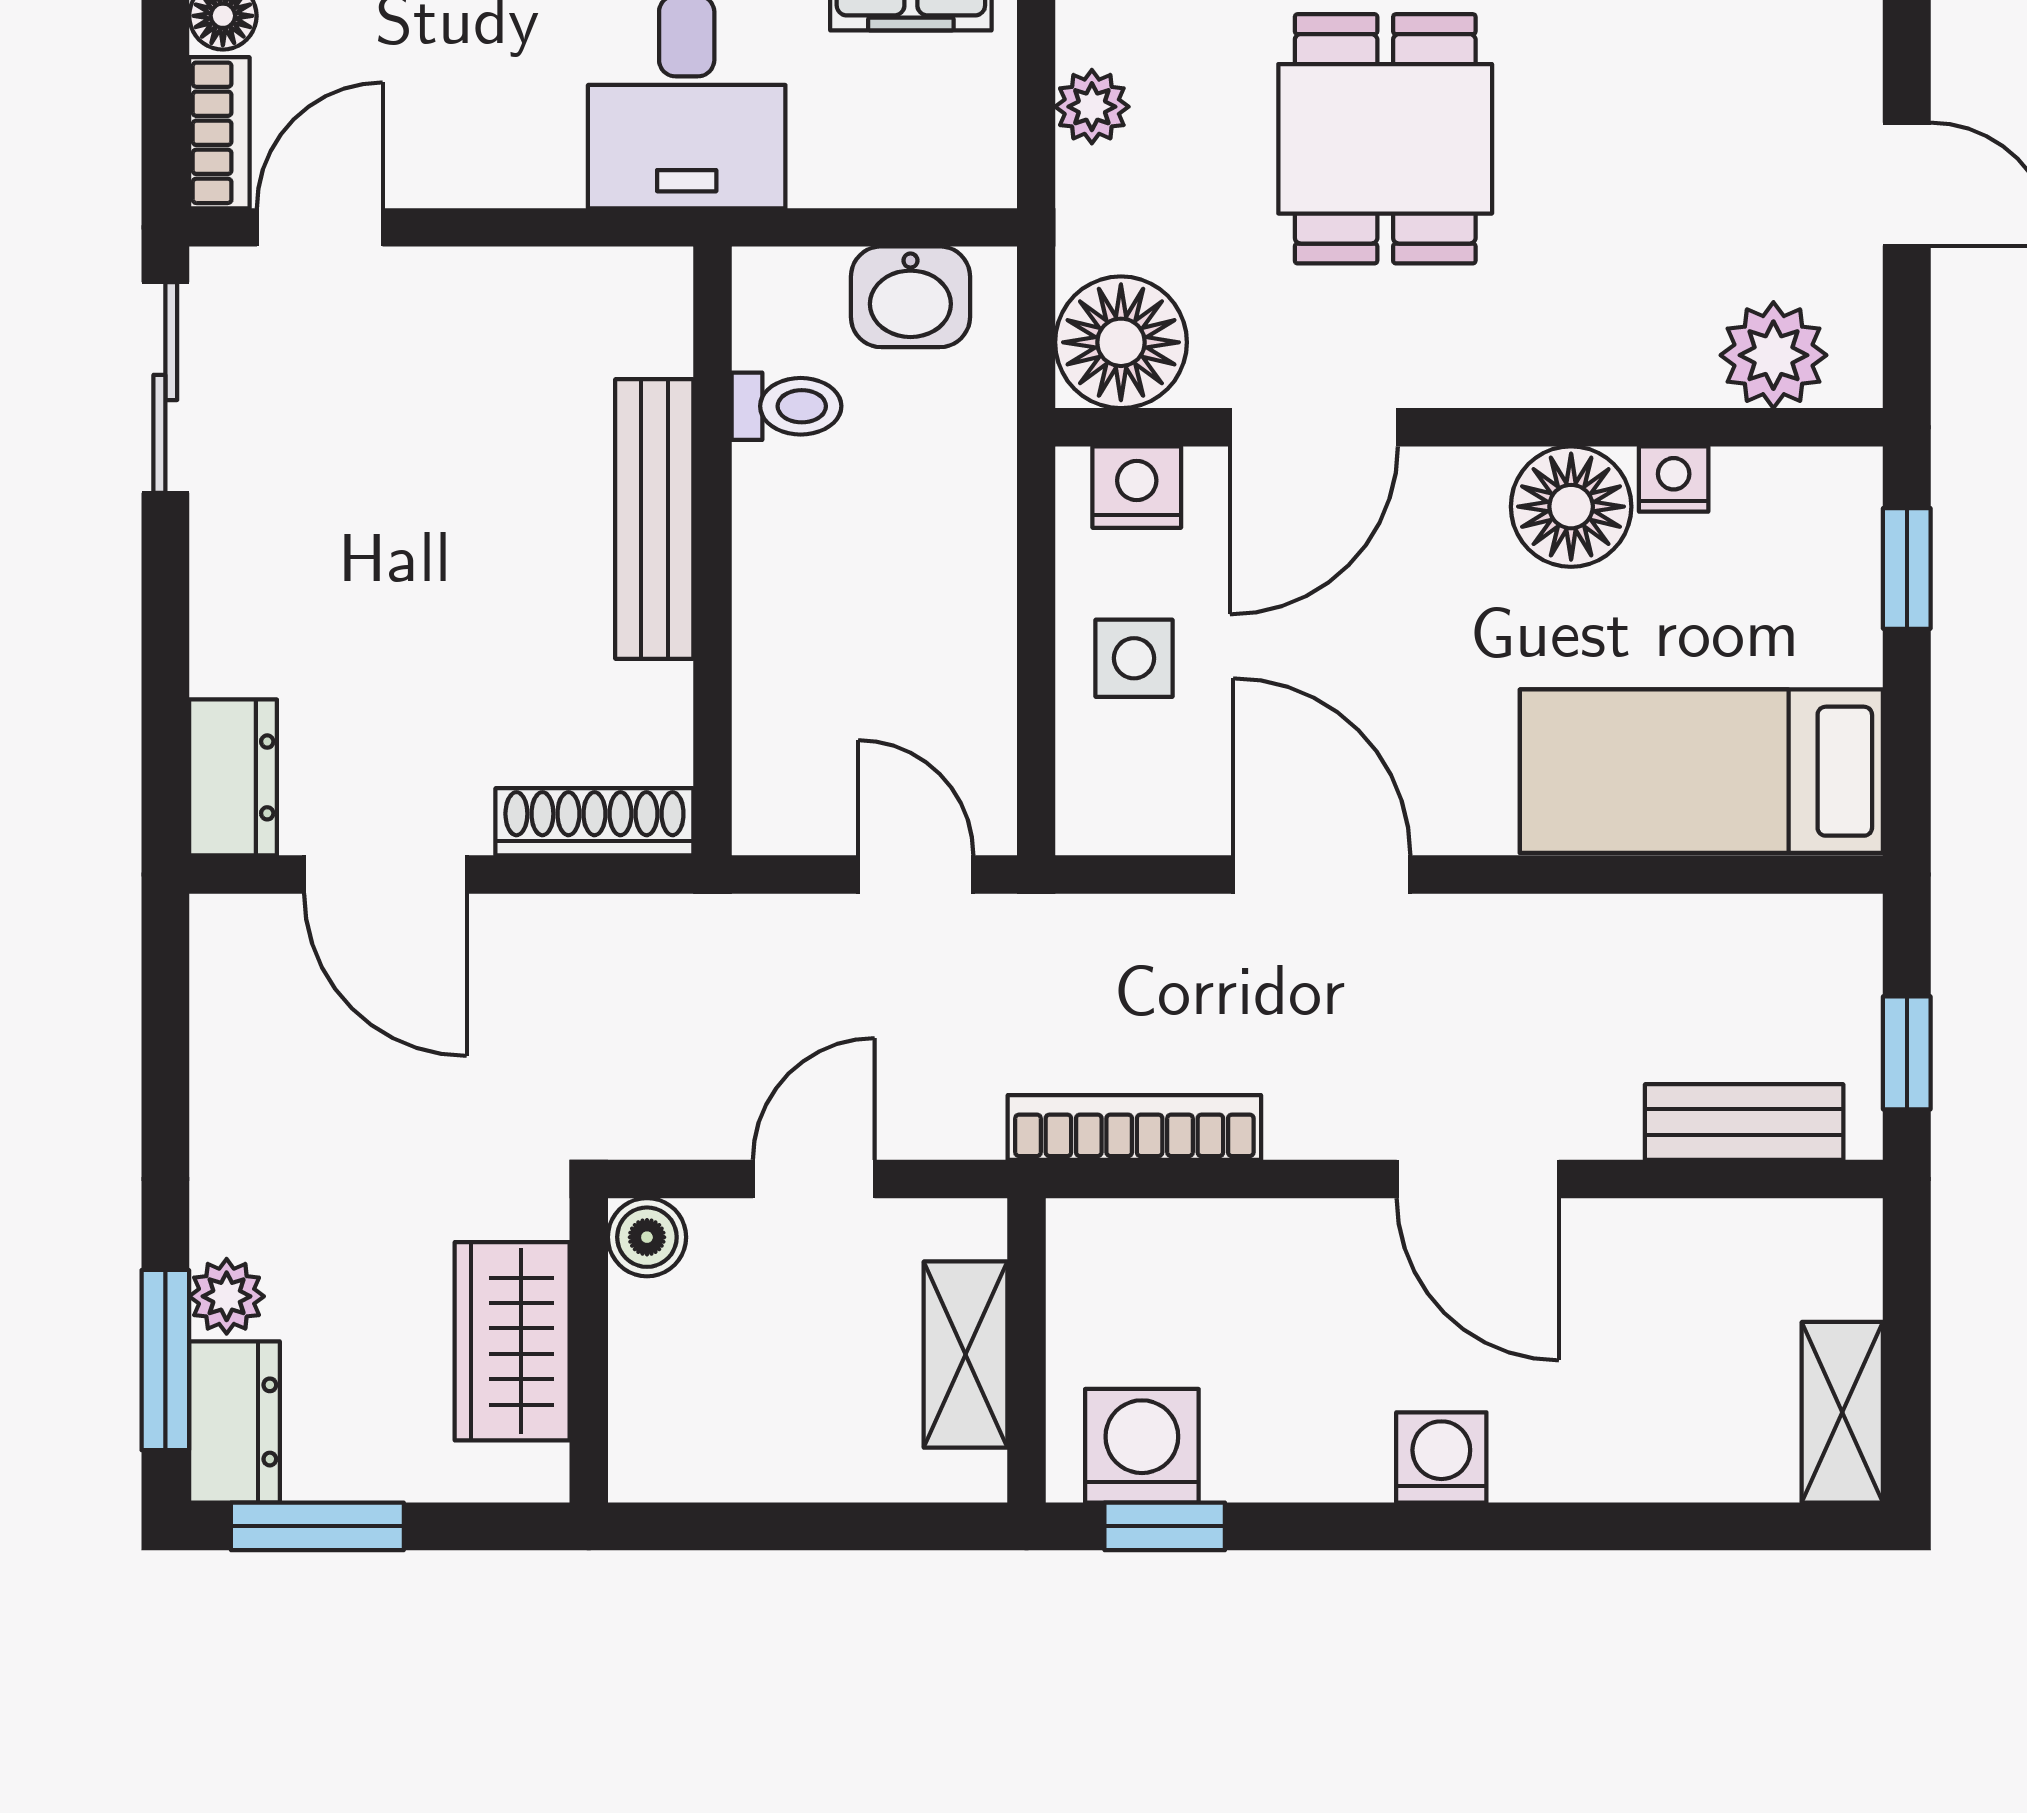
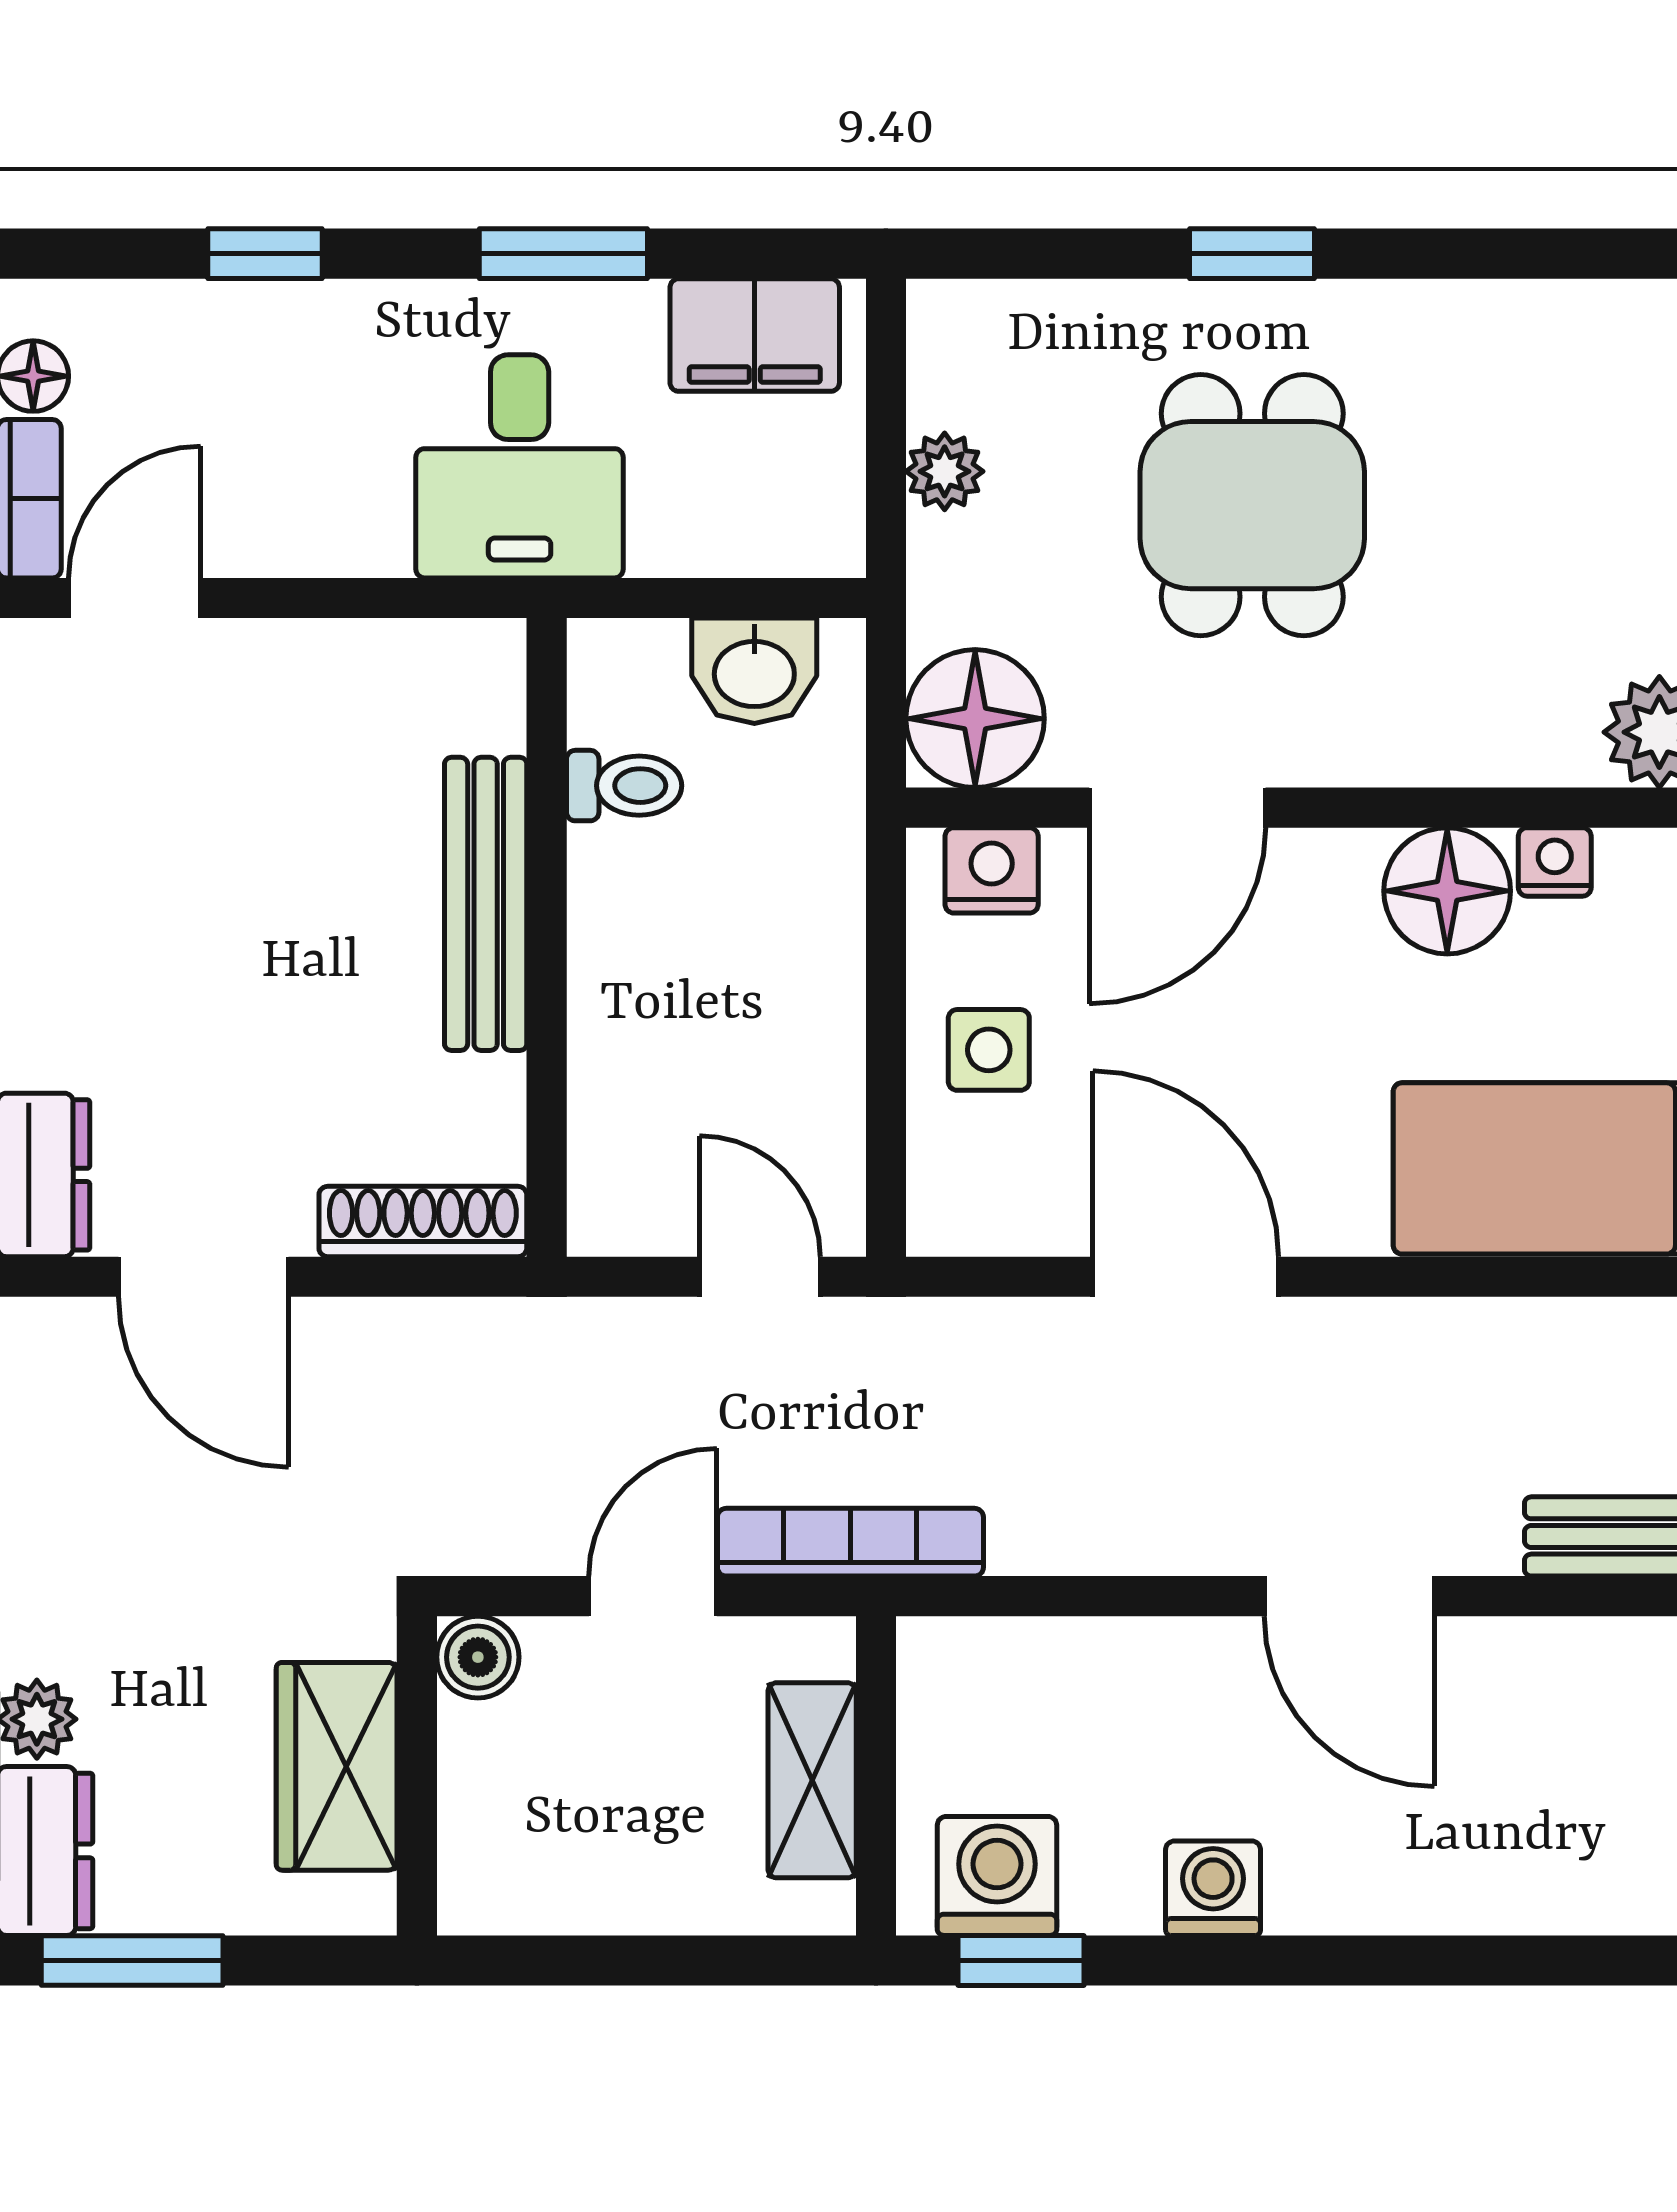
bookcase: (1134, 1128) -> (850, 1542), moved
washing machine: (1441, 1457) -> (1213, 1888), moved

